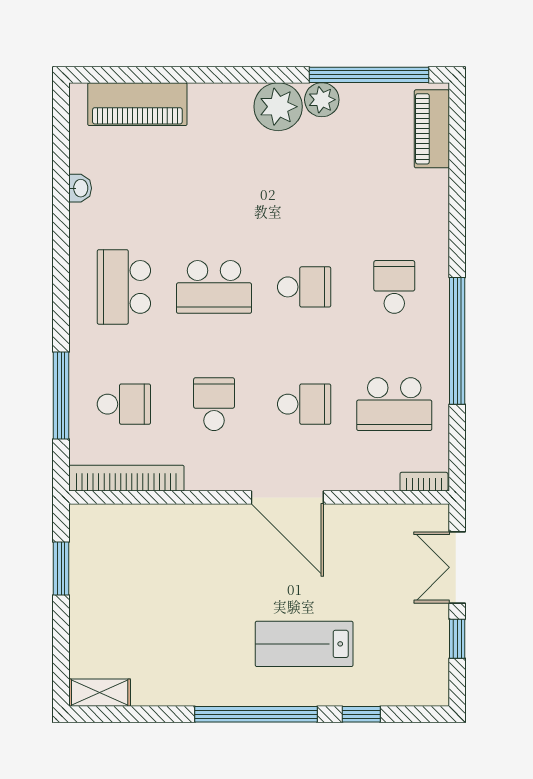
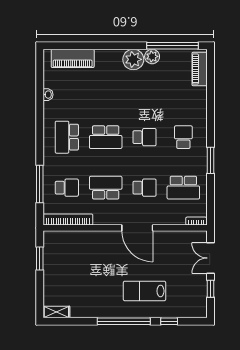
window: (457, 341) -> (210, 160), width x0.47
school desk: (214, 404) -> (106, 188), width x1.85

